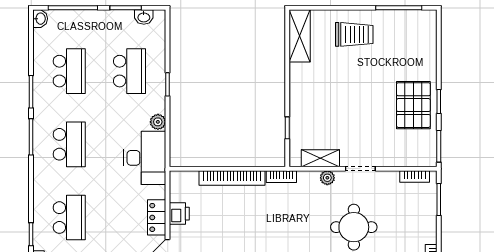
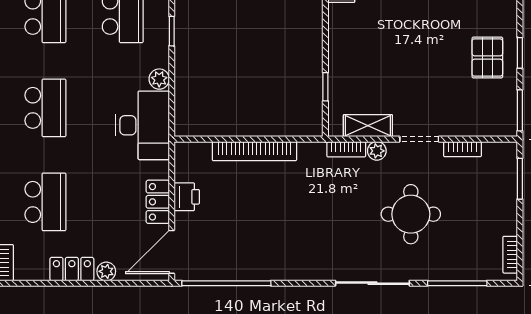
pallet: (413, 105) -> (487, 58), width x0.67, depth x0.71
bookcase: (415, 176) -> (462, 149), moved
bookcase: (281, 177) -> (346, 149), moved

